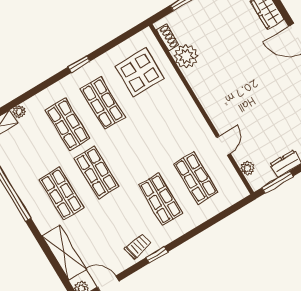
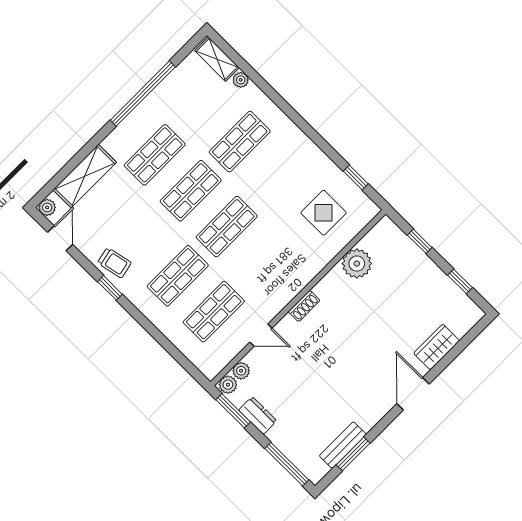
shoe rack: (168, 37) -> (304, 306), moved
window: (79, 64) -> (356, 178), moved
display table: (140, 72) -> (324, 213), width x0.73, depth x0.73
shop shelf: (103, 103) -> (227, 227), moved
plant: (256, 181) -> (228, 385), added

